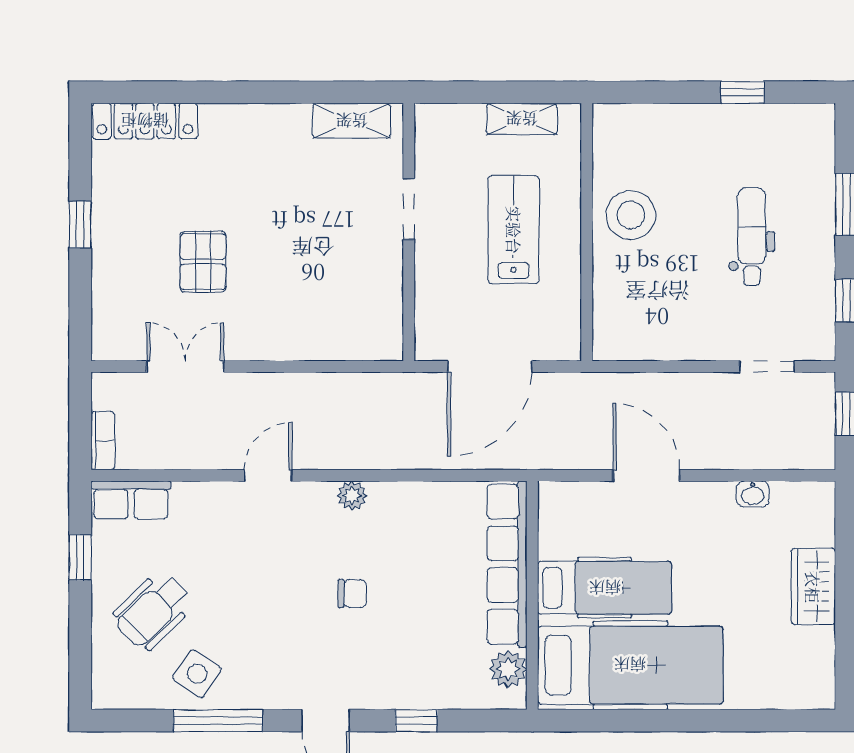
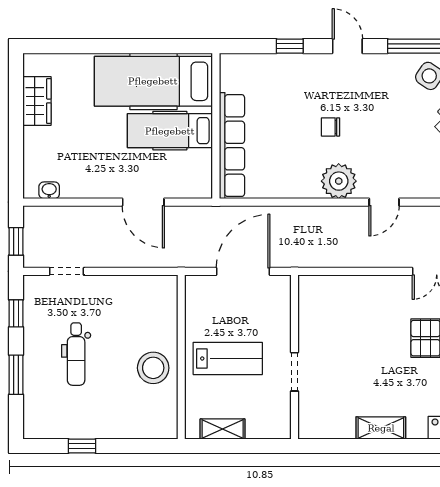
shelving: (352, 121) -> (381, 428), moved
lab bench: (514, 230) -> (228, 358), turned -90
washbasin: (753, 494) -> (49, 190), moved
plant: (352, 496) -> (339, 181), width x1.88, depth x1.88
wardrobe: (813, 587) -> (37, 101), moved
plant: (508, 669) -> (231, 79), removed

